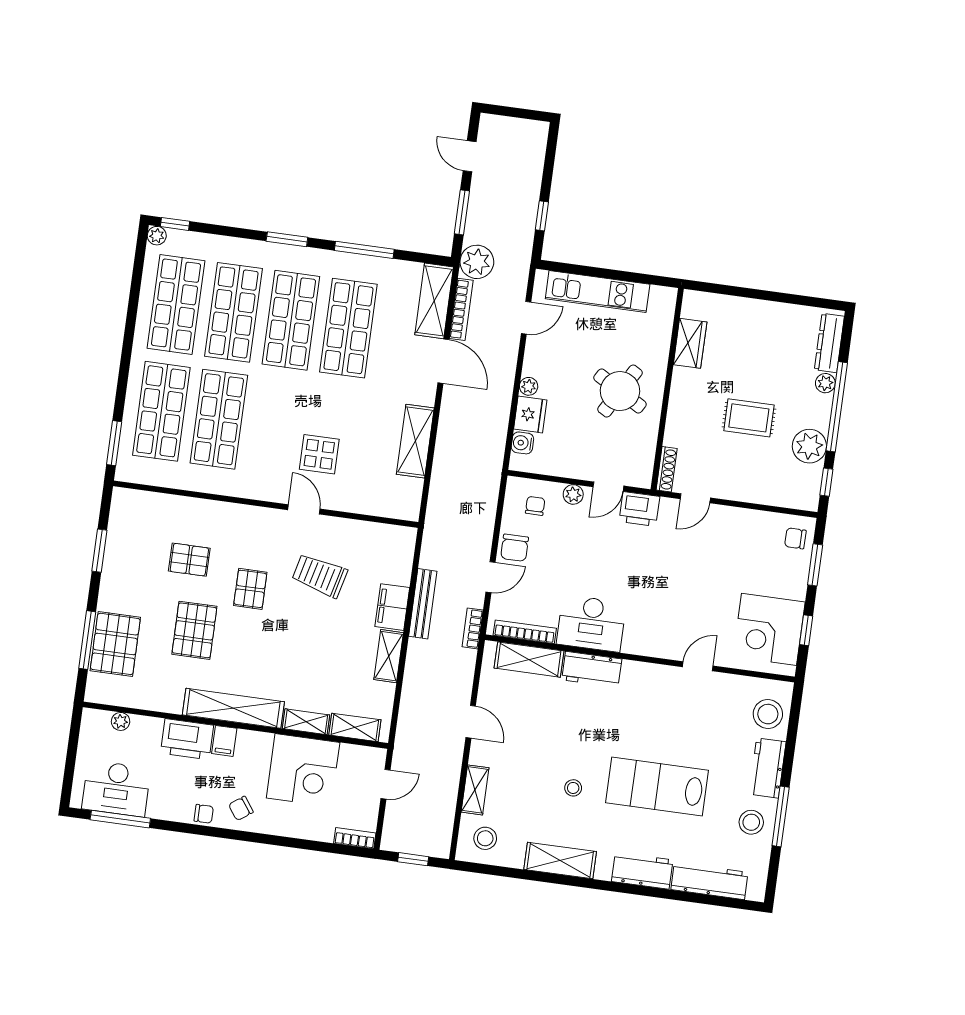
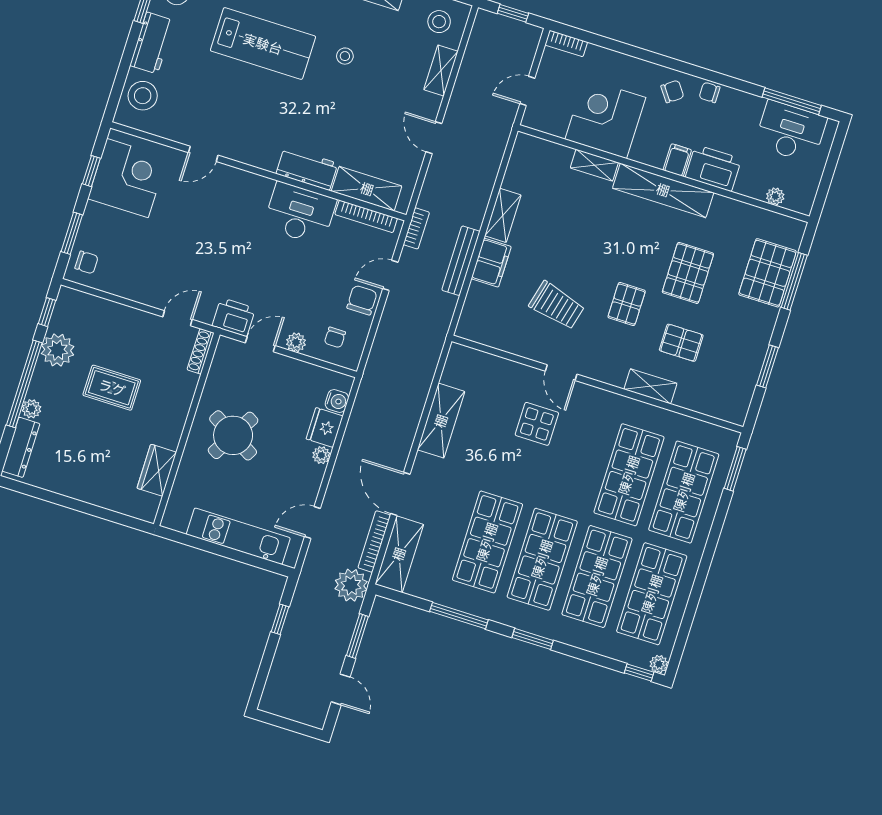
shelving: (355, 727) -> (650, 386), moved

